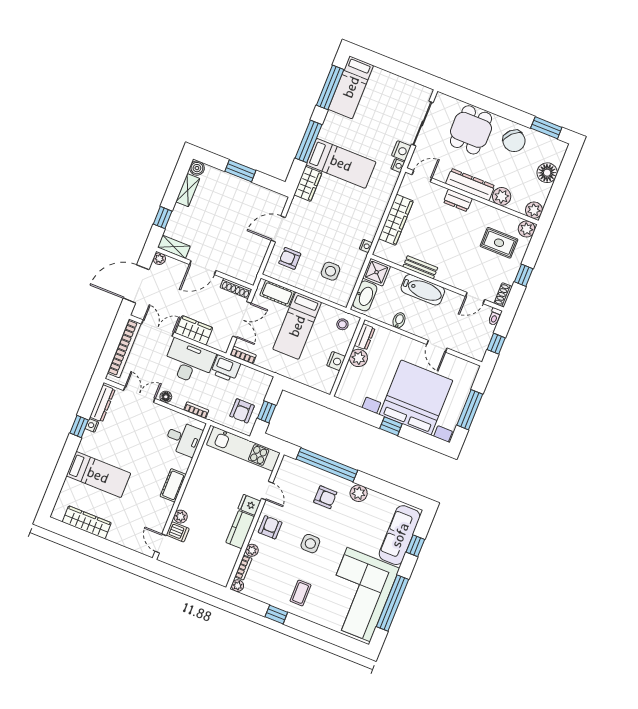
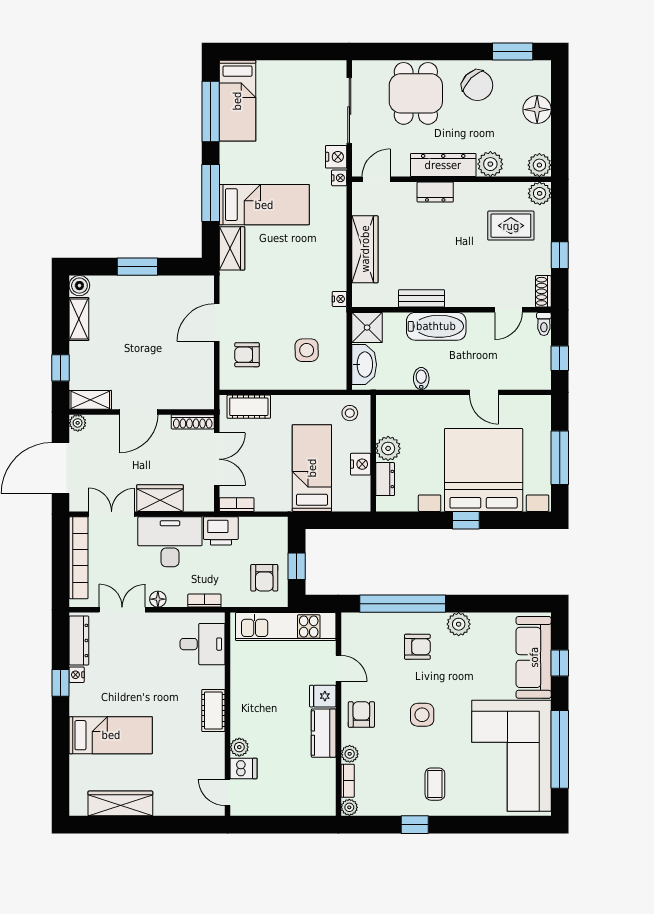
bed: (297, 326) -> (312, 468), moved, turned 180
dresser: (365, 337) -> (385, 479), moved

